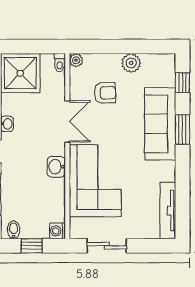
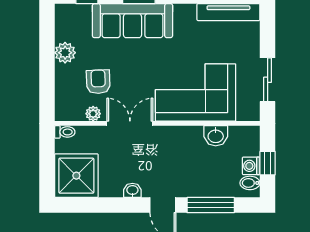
plant: (76, 60) -> (93, 114), moved
washbasin: (56, 167) -> (216, 136), moved
washing machine: (57, 231) -> (251, 166), moved, turned 90

